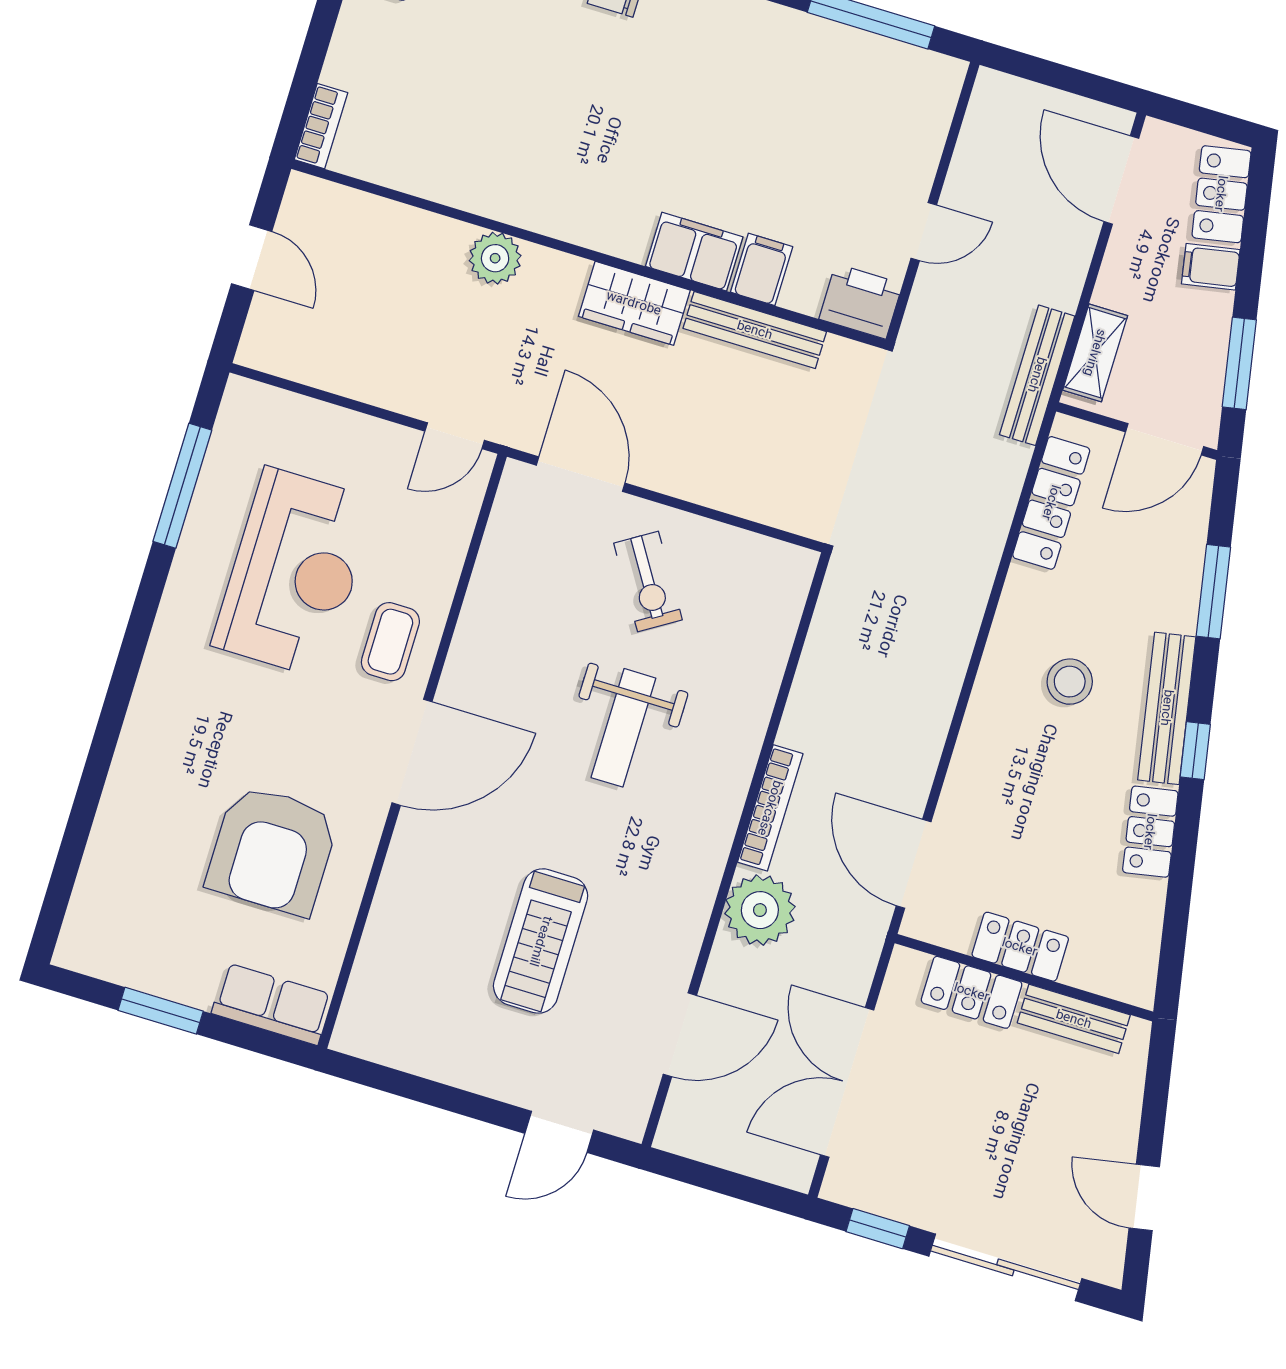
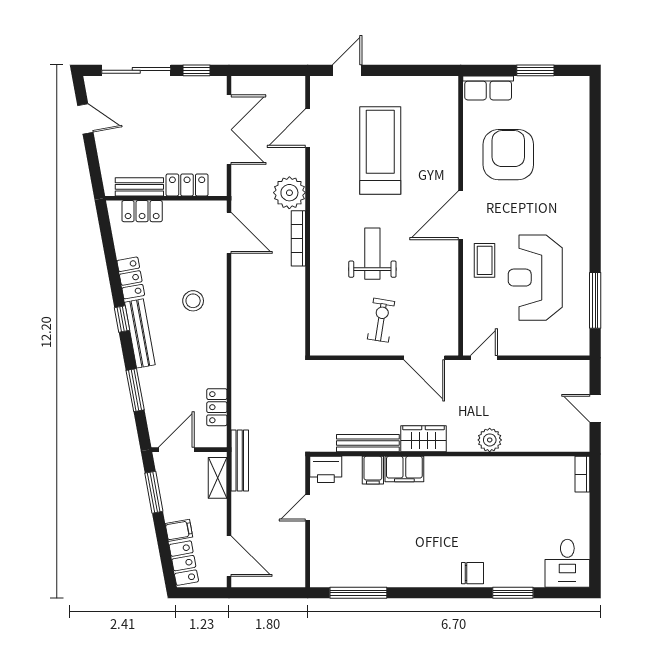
locker: (1051, 503) -> (217, 407), width x0.66
exercise bike: (648, 582) -> (381, 320), turned 41
stool: (1070, 682) -> (193, 301), moved
treadmill: (541, 941) -> (380, 151), width x1.37, depth x1.38
locker: (1020, 947) -> (142, 211), moved

